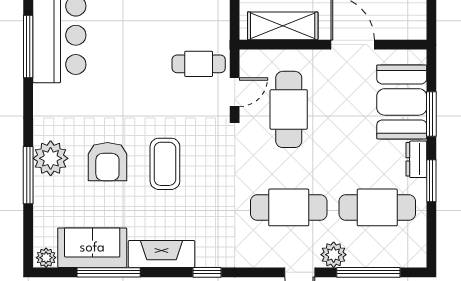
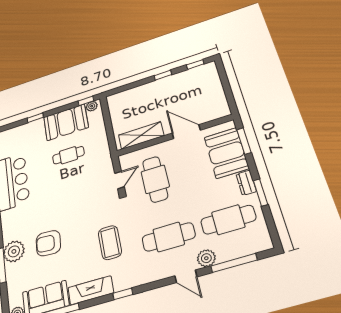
cafe table: (199, 64) -> (68, 155), moved
window: (431, 114) -> (244, 141), moved
armchair: (107, 162) -> (48, 243), turned 94
coffee table: (165, 164) -> (110, 243), moved

